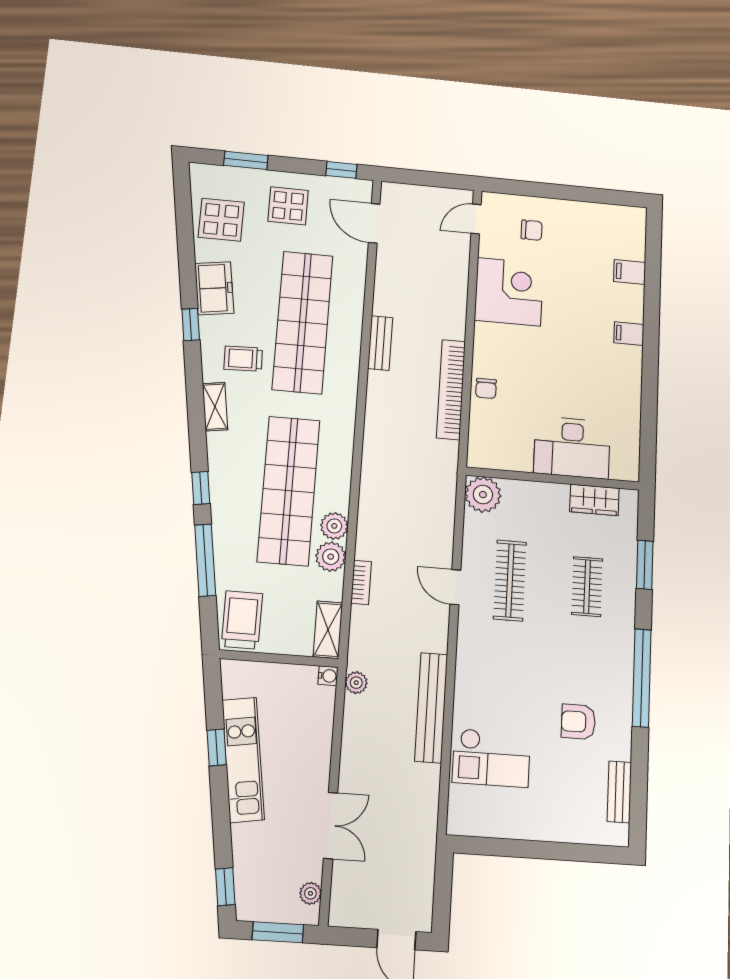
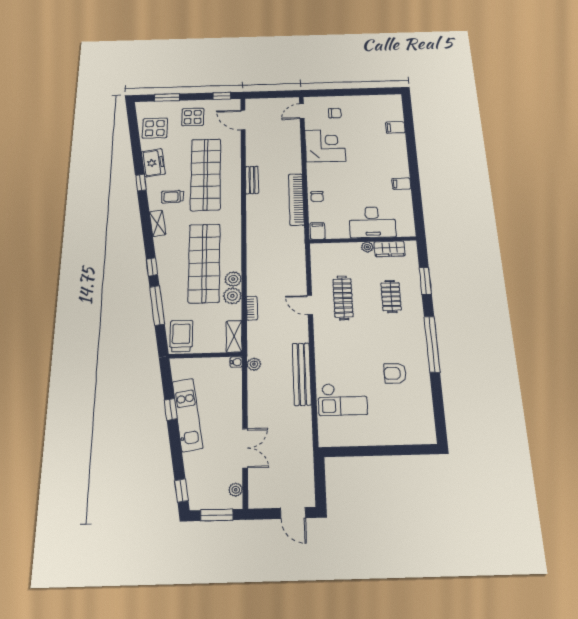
filing cabinet: (629, 334) -> (401, 184), moved
filing cabinet: (481, 453) -> (317, 231), added
plant: (483, 495) -> (367, 247), moved, width x0.53, depth x0.53
bench: (619, 792) -> (426, 412), removed

